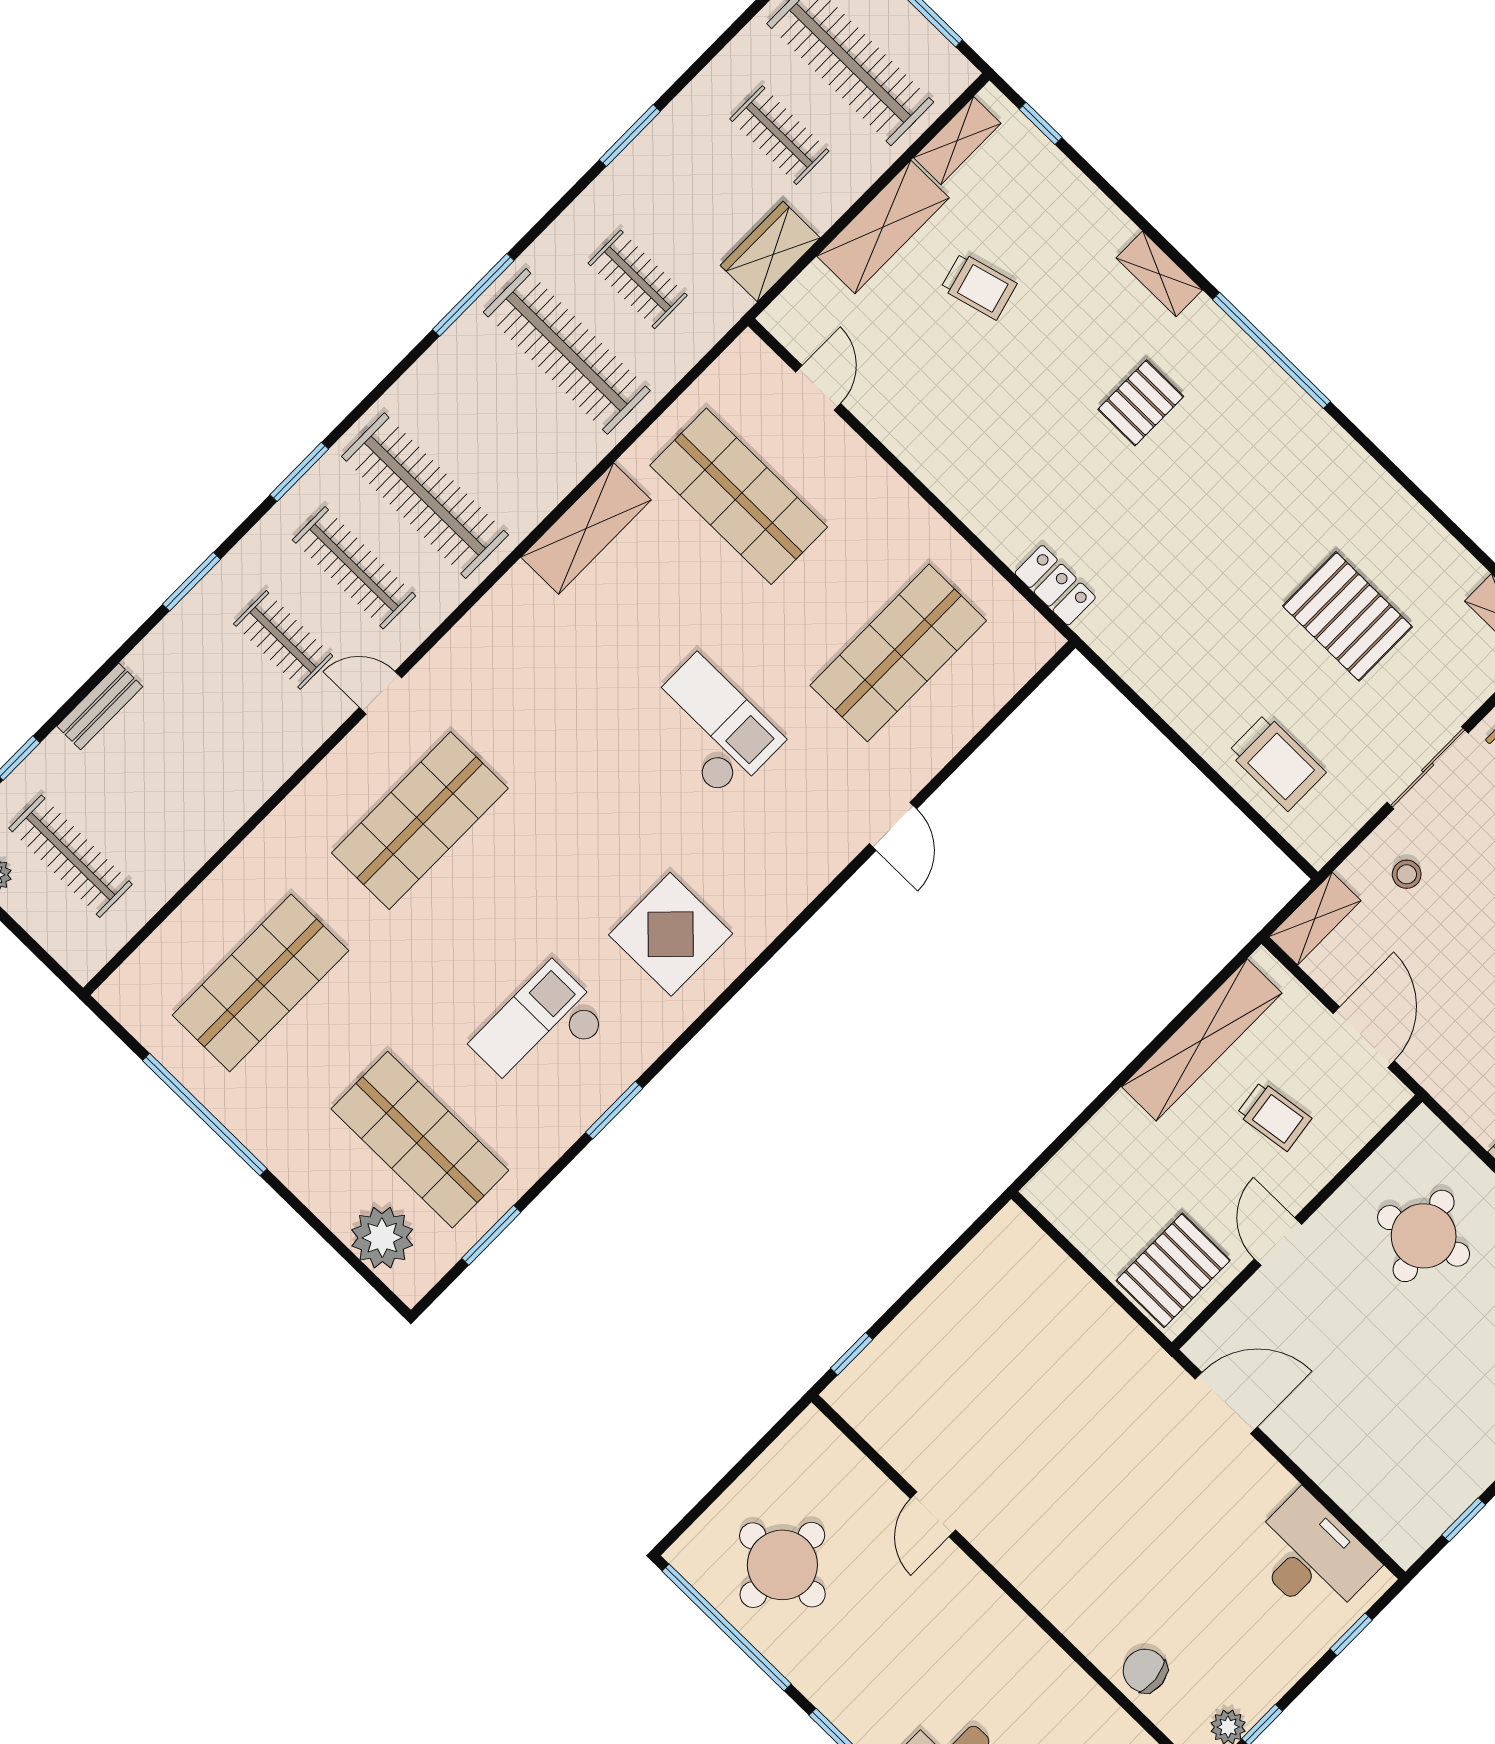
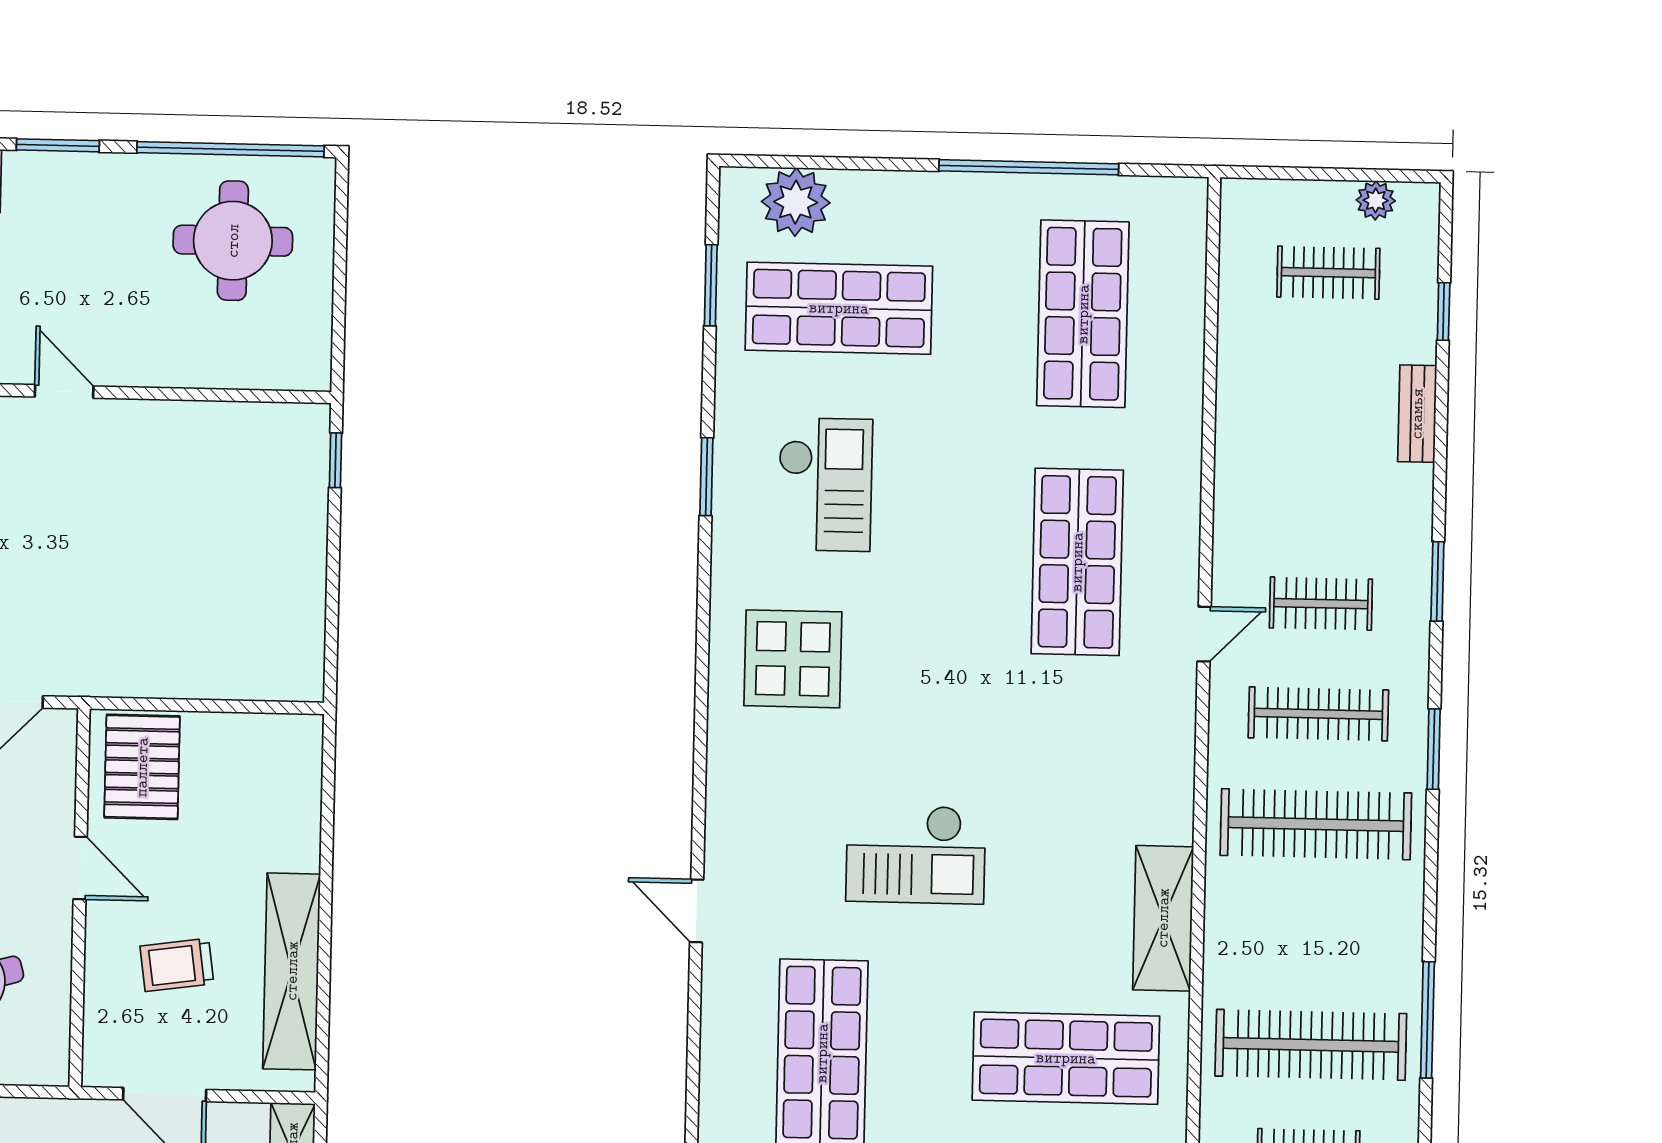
clothes rail: (71, 856) -> (1328, 273), width x0.73
door: (933, 1514) -> (64, 391), moved

